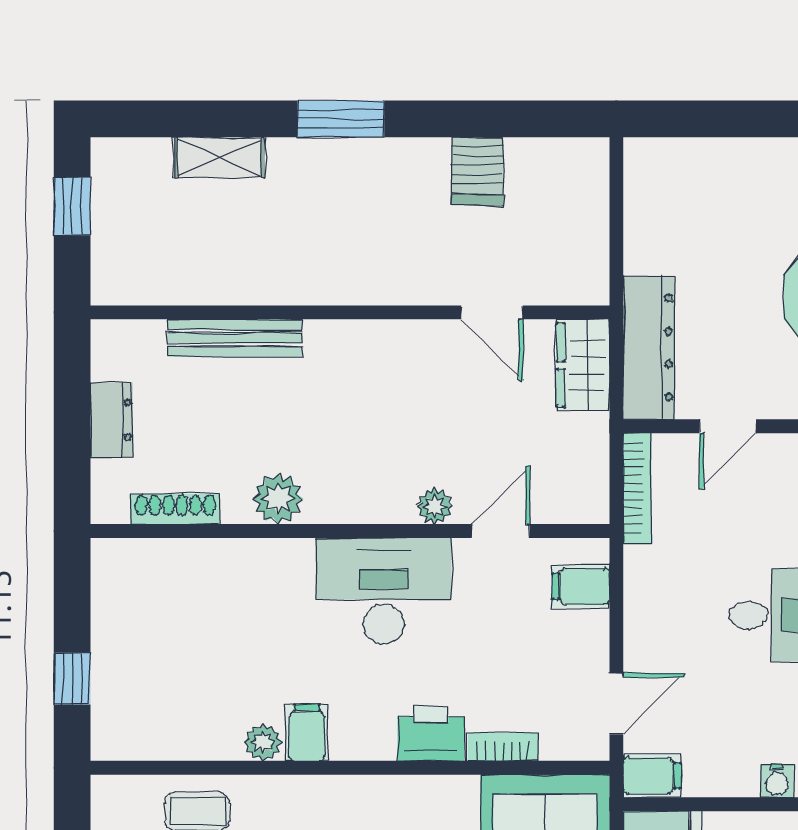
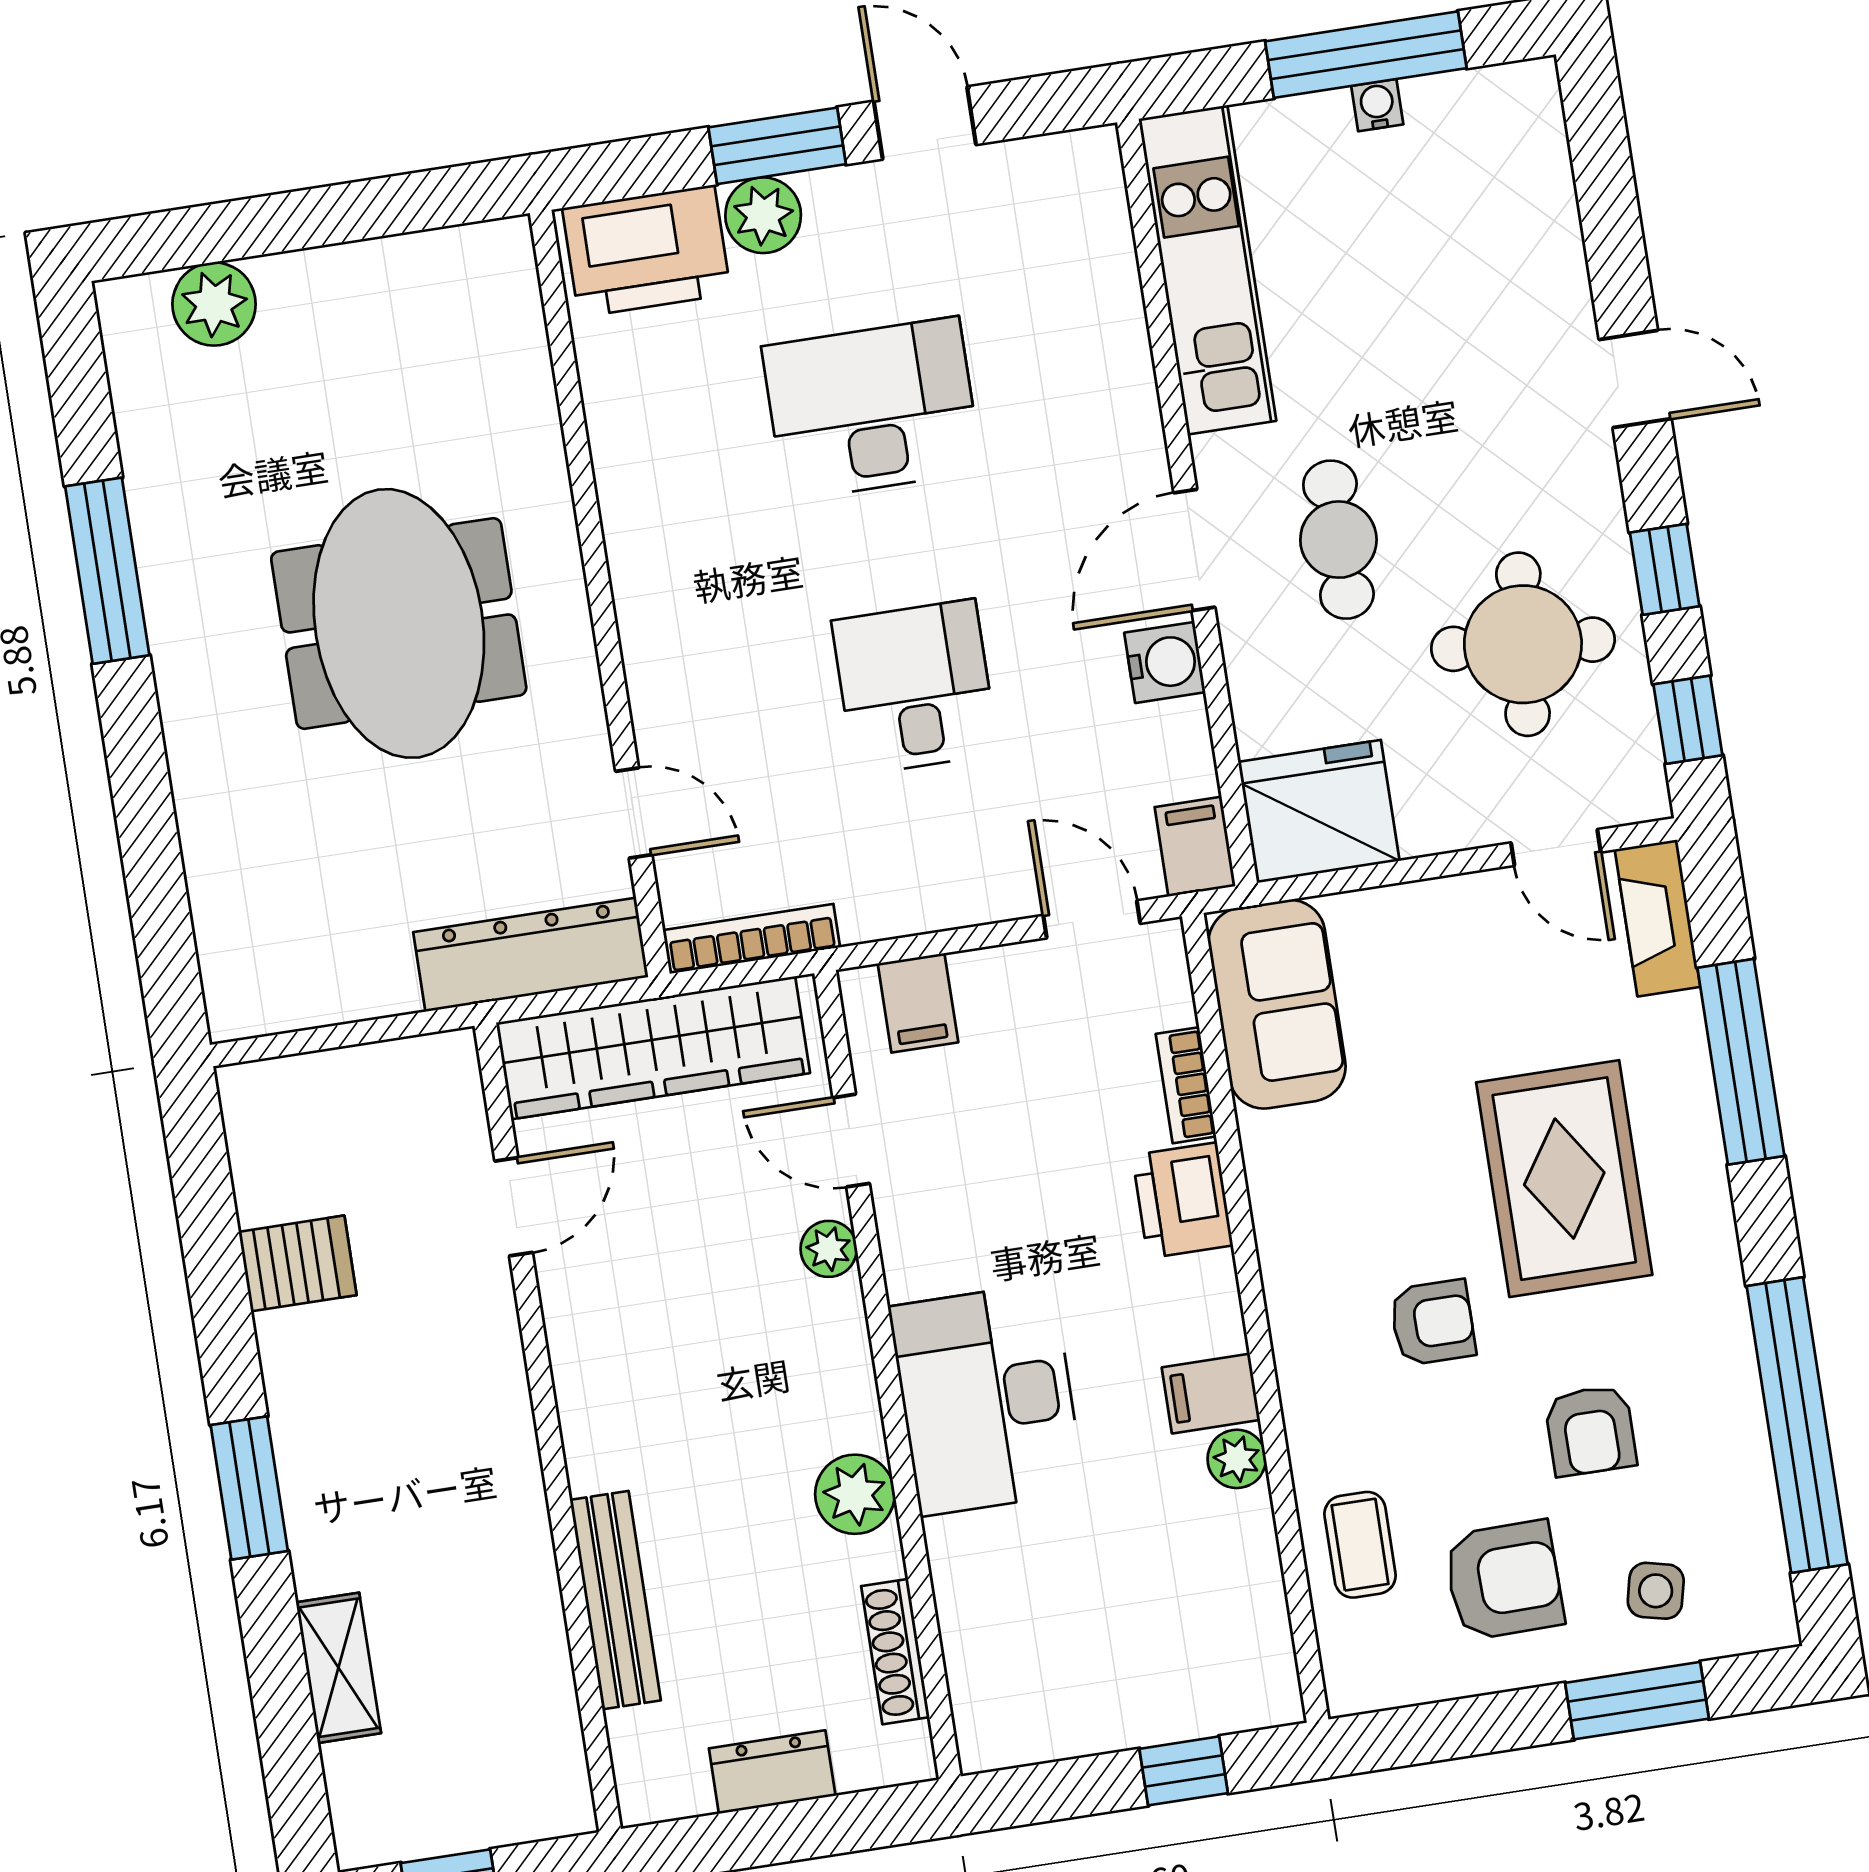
wardrobe: (583, 365) -> (653, 1048), width x2.10, depth x1.17
desk: (384, 591) -> (987, 1399), moved
water cooler: (777, 781) -> (1165, 662), width x1.38, depth x1.38

